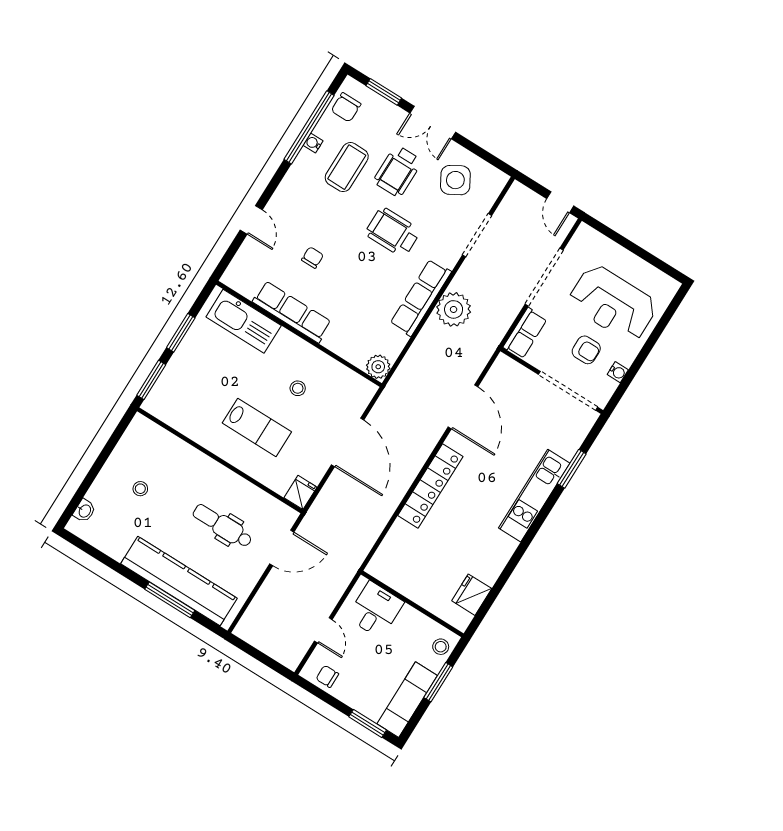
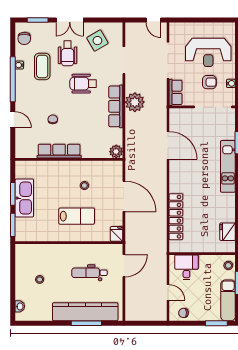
window: (309, 127) -> (13, 79), moved
kitchen sink: (244, 321) -> (24, 198), moved, turned -90
locker: (430, 486) -> (176, 217), moved

